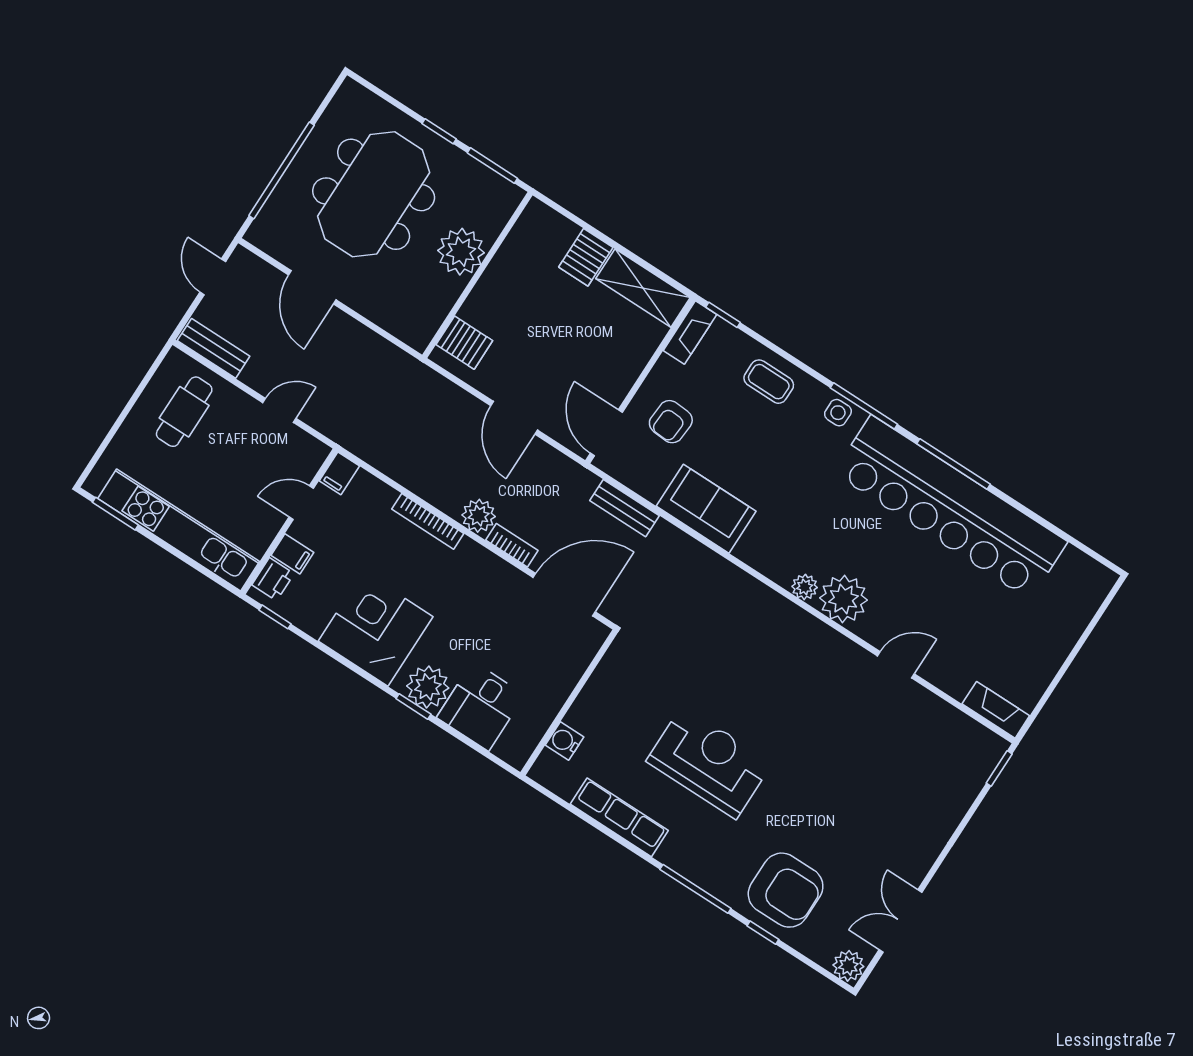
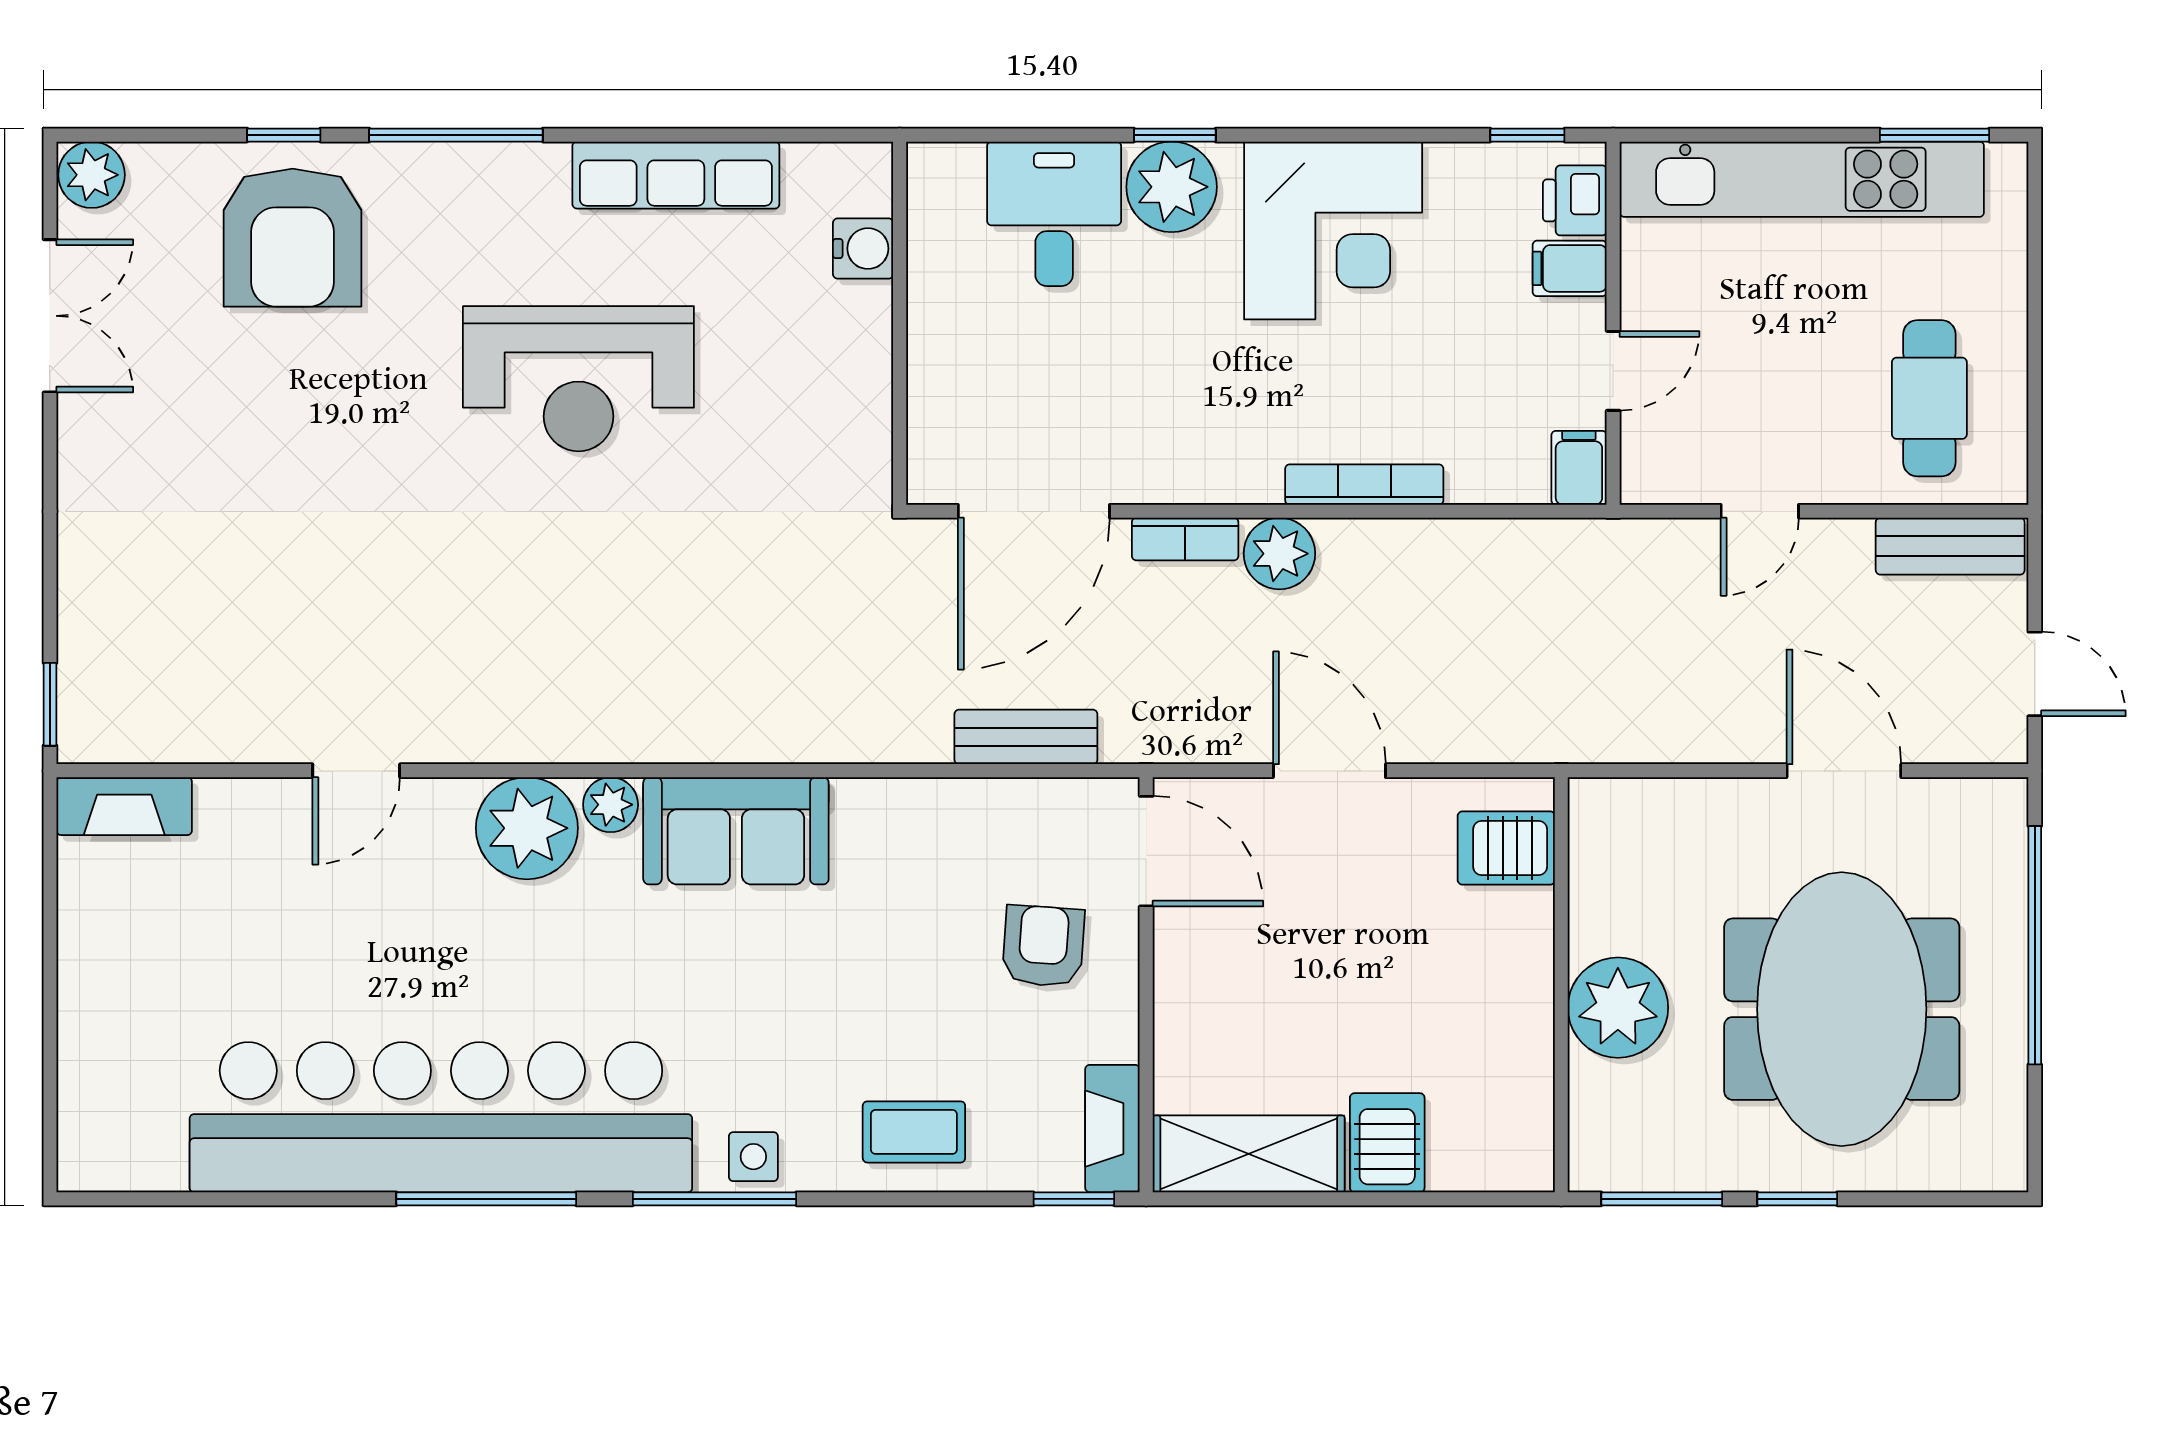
sofa: (706, 509) -> (736, 831), moved
armchair: (786, 890) -> (293, 238), turned -90

